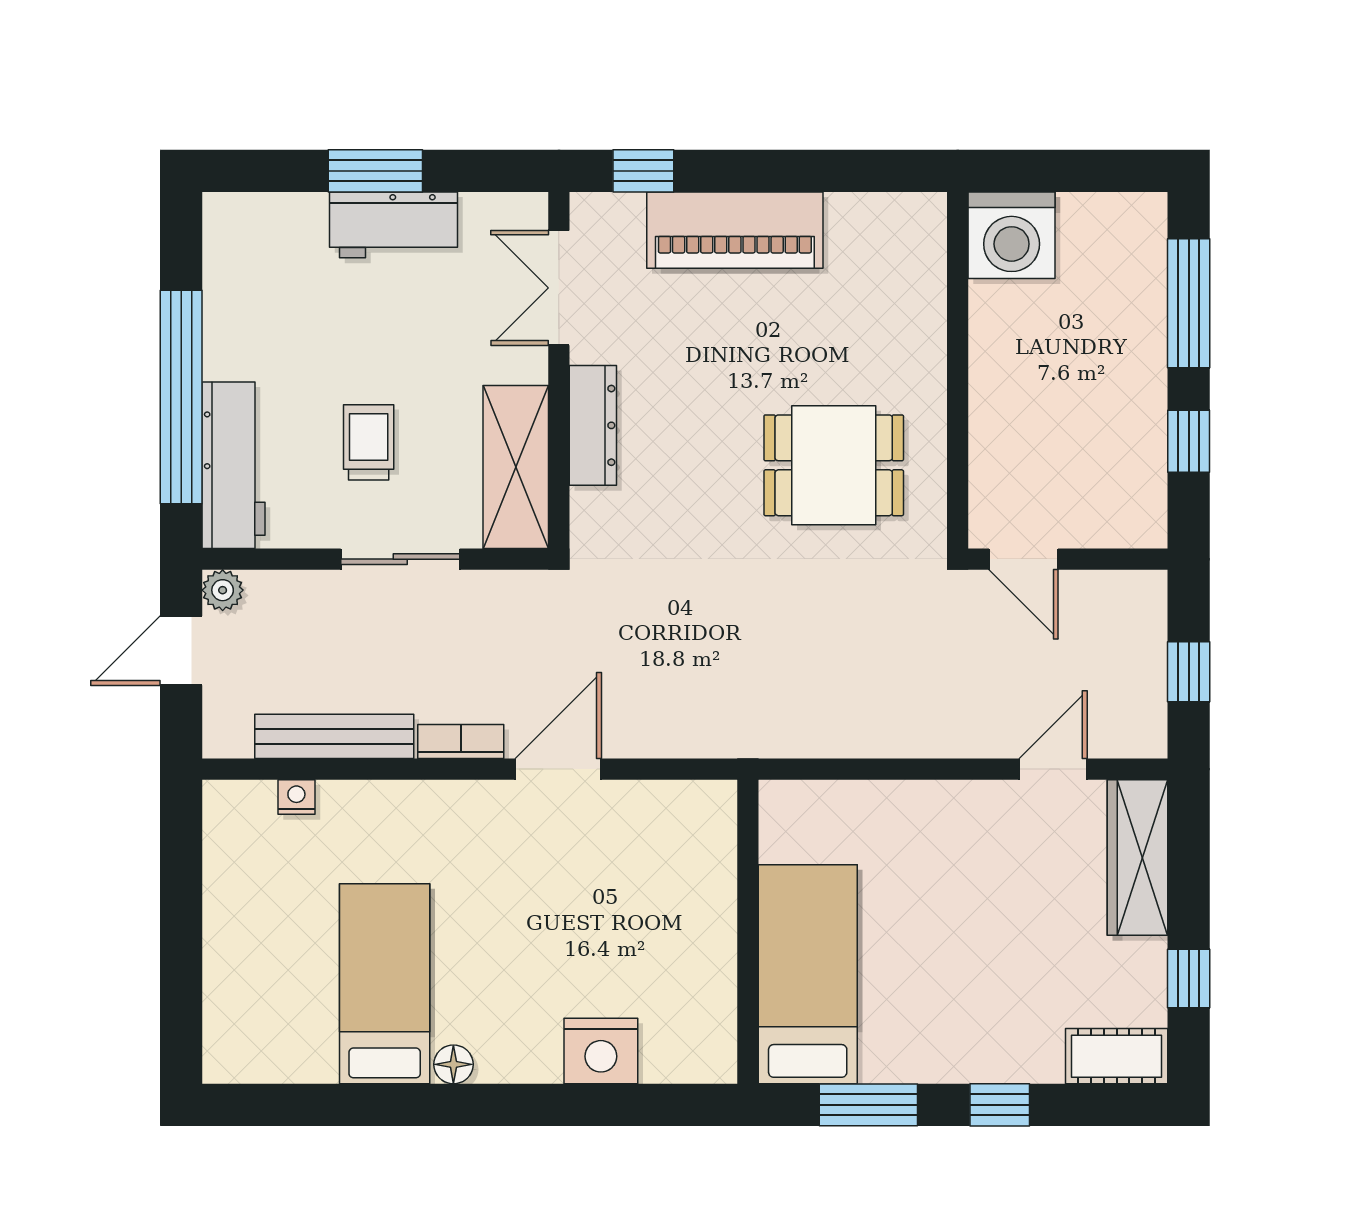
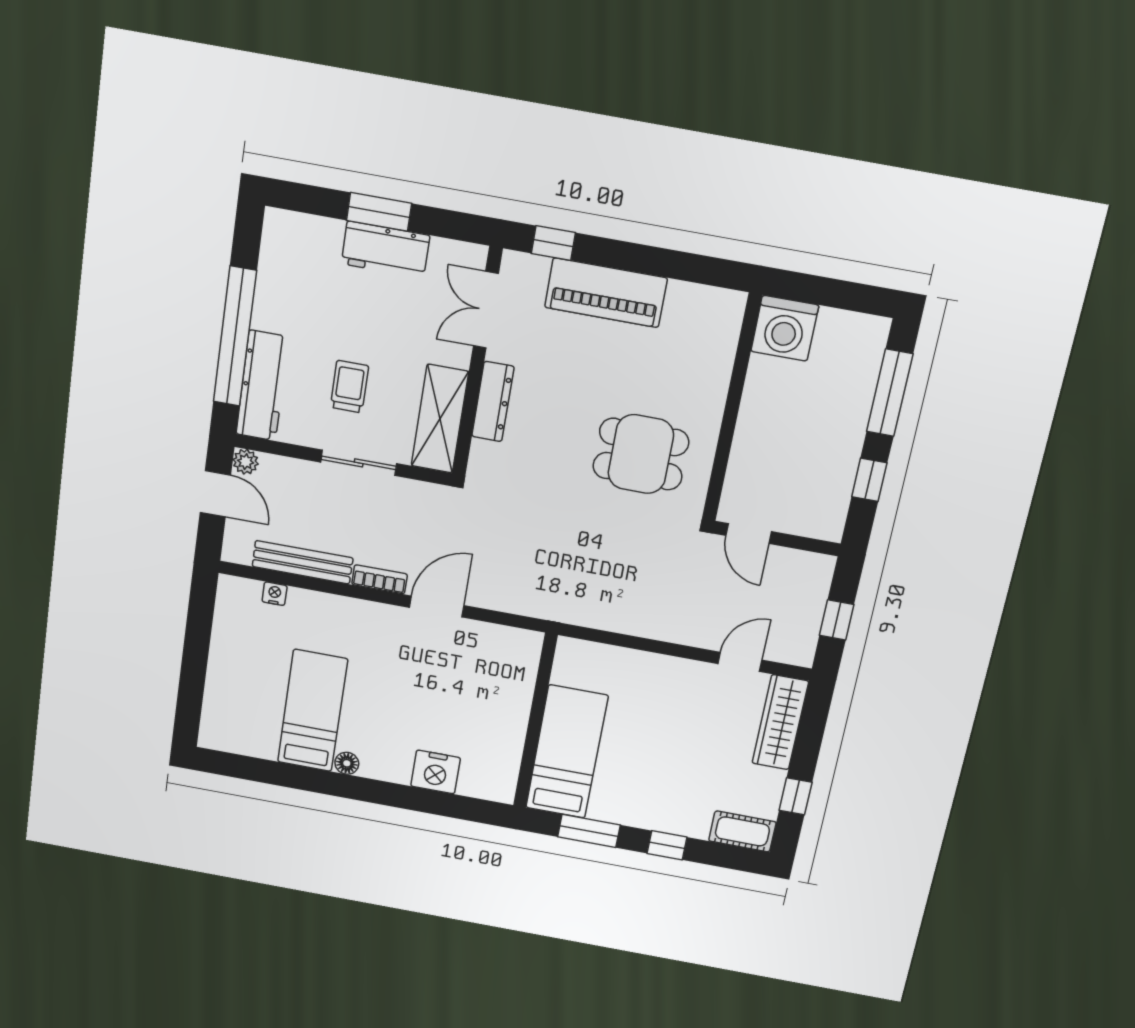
door: (181, 651) -> (215, 494), swing flipped

